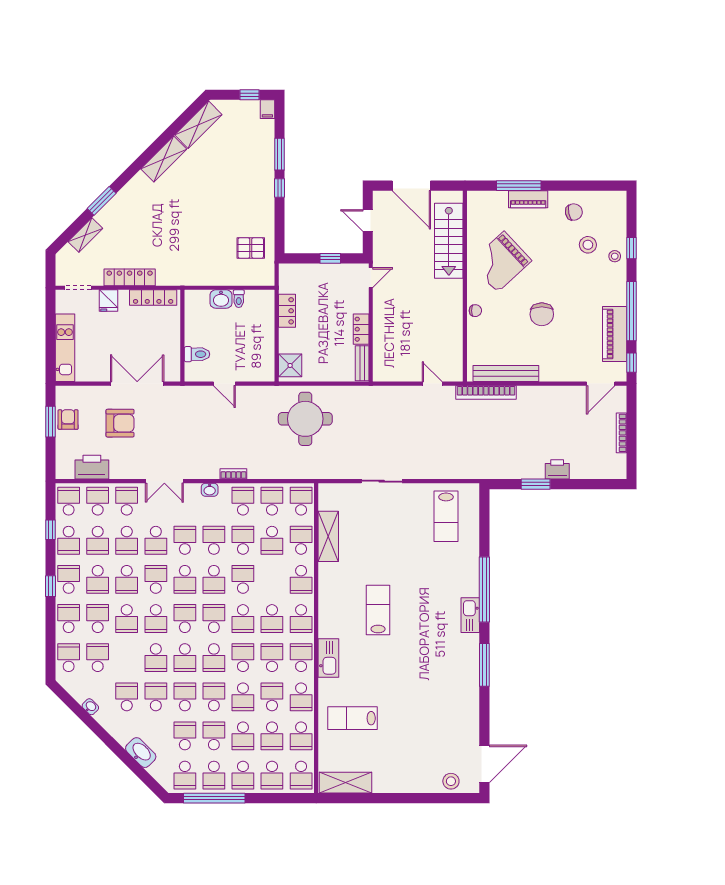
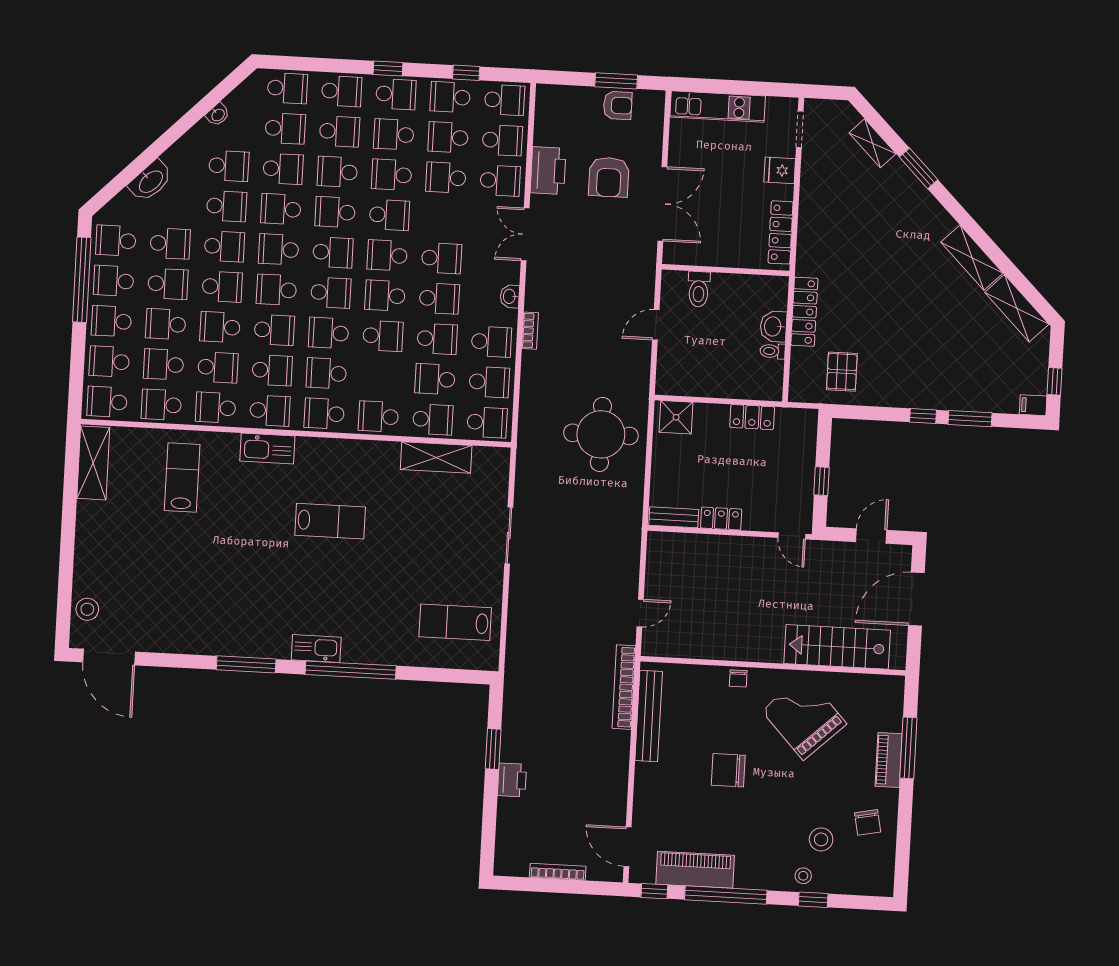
locker: (130, 277) -> (804, 312), moved
printer: (92, 467) -> (548, 171), moved
school desk: (156, 540) -> (283, 169), moved, turned 180

